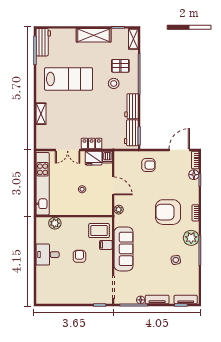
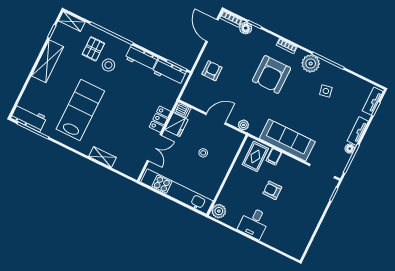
plant: (55, 223) -> (219, 211), moved

